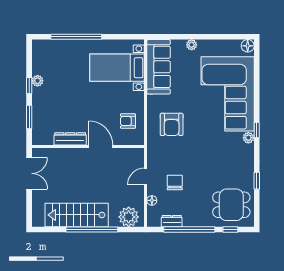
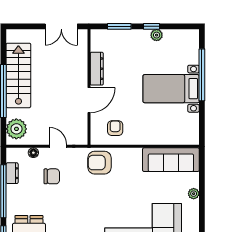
bed with nightstands: (117, 68) -> (171, 89), moved, turned -90
armchair: (172, 124) -> (99, 163), moved

